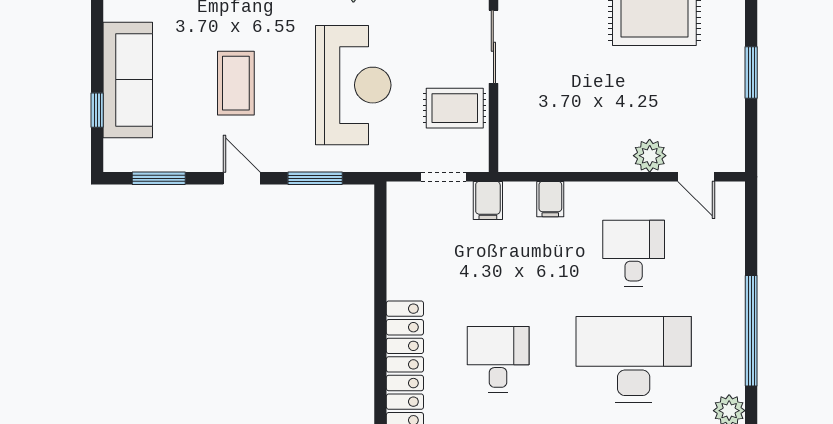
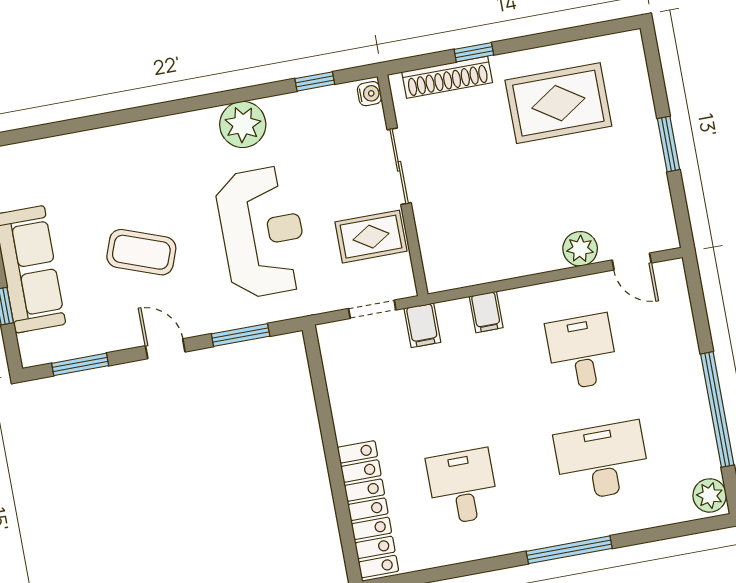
coffee table: (236, 83) -> (141, 252), turned -70
desk: (634, 360) -> (602, 461), width x0.73, depth x0.77

